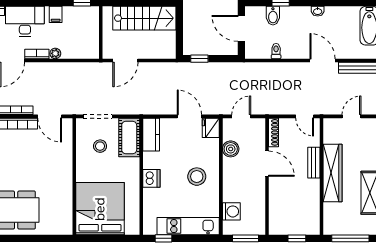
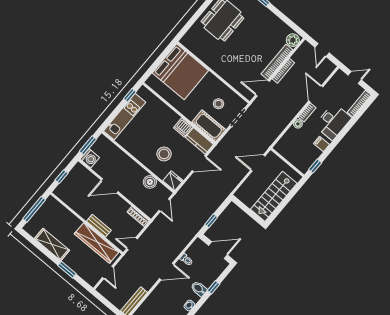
bidet: (273, 16) -> (199, 289), moved
window: (199, 59) -> (211, 221), moved
door: (125, 60) -> (258, 163), hinge flipped
door: (323, 60) -> (167, 272), moved
door: (189, 116) -> (199, 164), moved
door: (267, 164) -> (110, 186), moved
wardrobe: (332, 173) -> (97, 243), moved
stool: (197, 177) -> (164, 154), moved
dishwasher: (151, 178) -> (183, 127), moved
washing machine: (231, 211) -> (90, 158), moved, turned -90

